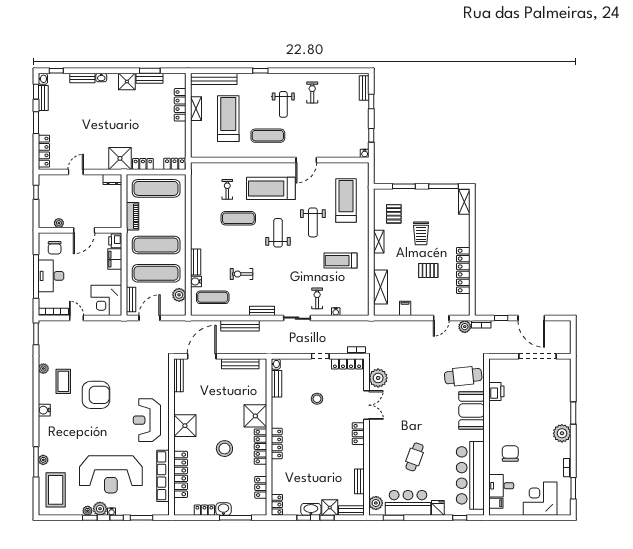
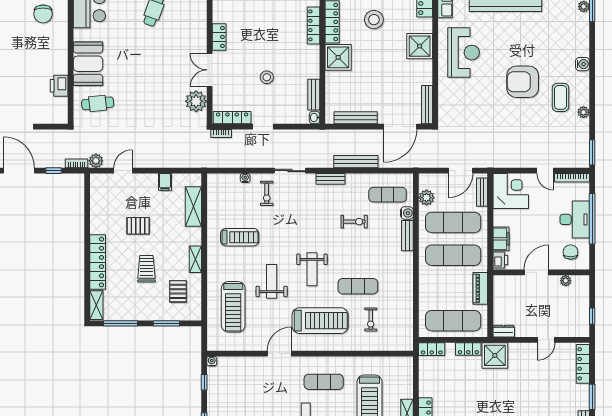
locker: (463, 270) -> (98, 262), moved
cafe table: (463, 376) -> (98, 103), width x0.73, depth x0.74

